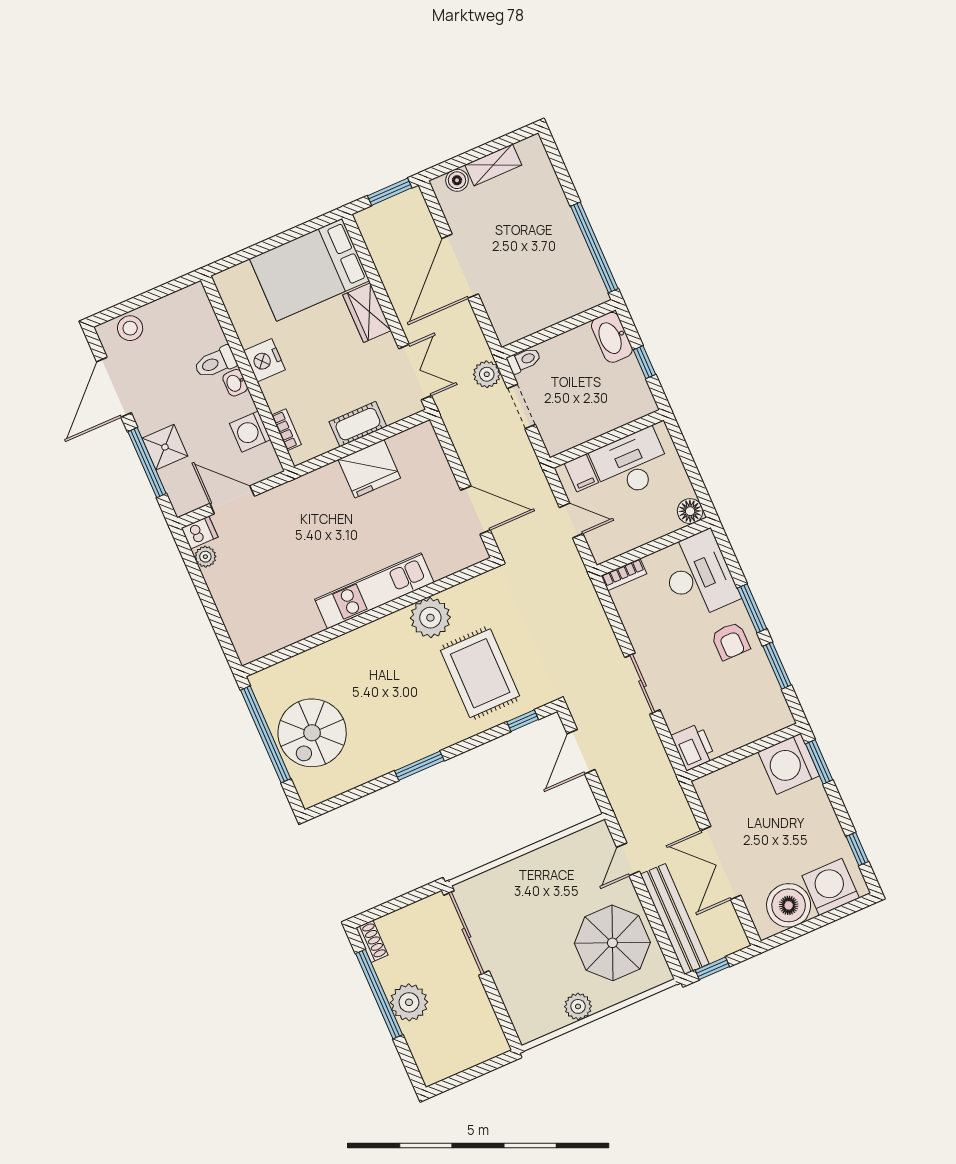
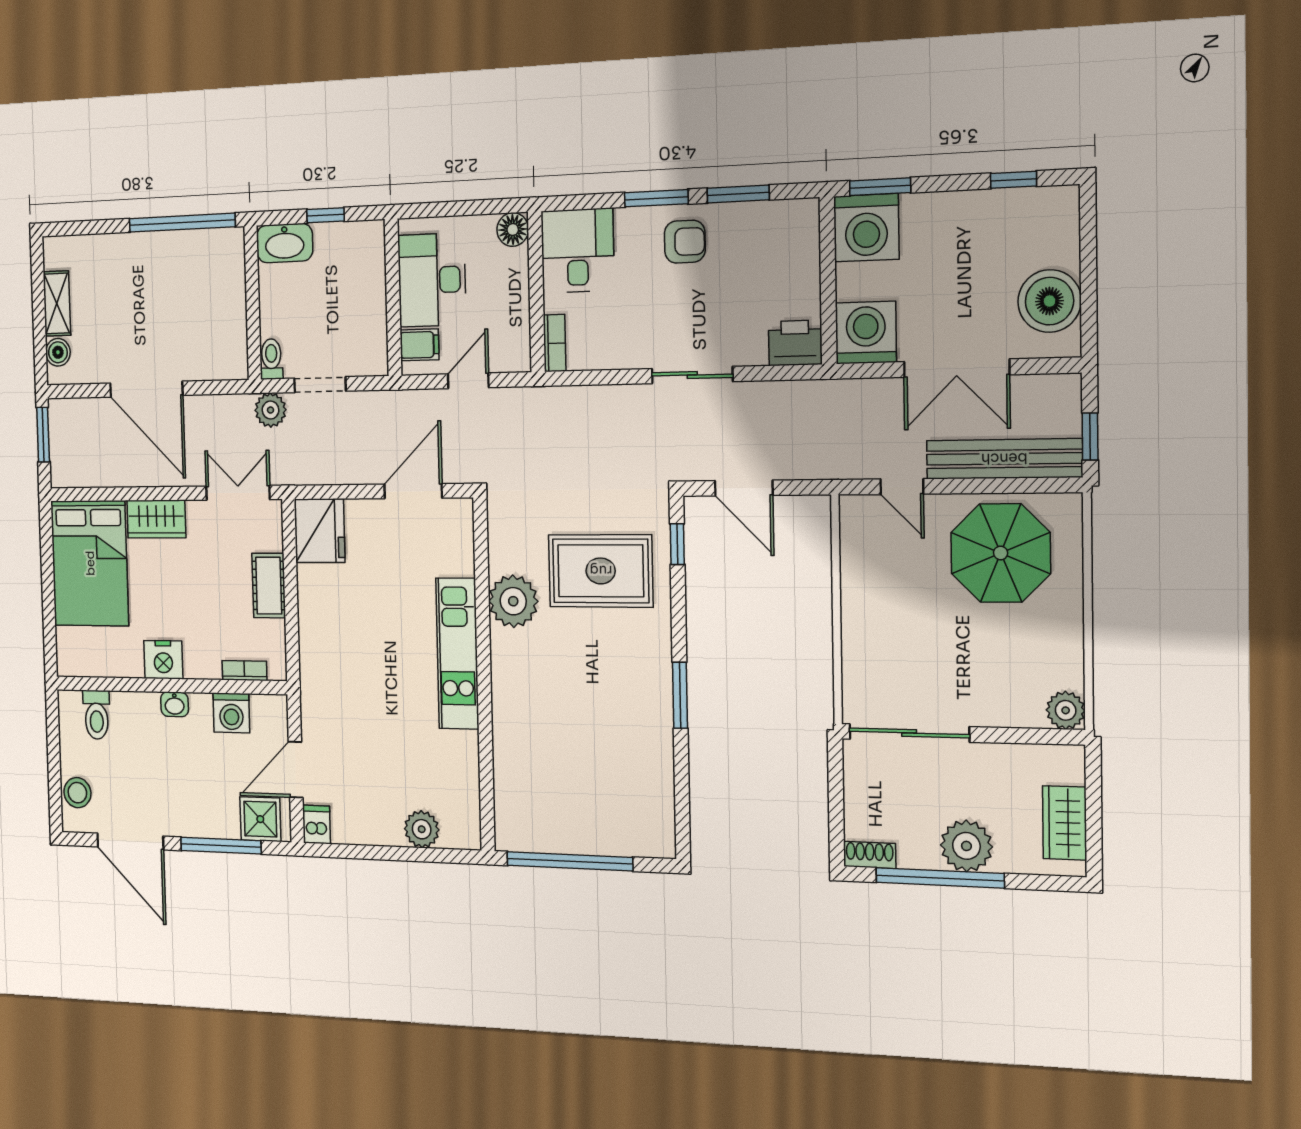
toilet: (215, 362) -> (97, 715), moved
shower: (165, 447) -> (260, 819), moved
fridge: (369, 469) -> (319, 531), moved
plant: (205, 557) -> (422, 829), moved, width x1.38, depth x1.38
desk: (698, 575) -> (577, 251), width x0.73
spiral stairs: (312, 733) -> (590, 806), removed
washing machine: (831, 887) -> (866, 333), moved, turned 90
plant: (578, 1006) -> (1066, 710), moved
wardrobe: (455, 1059) -> (1065, 823), added

